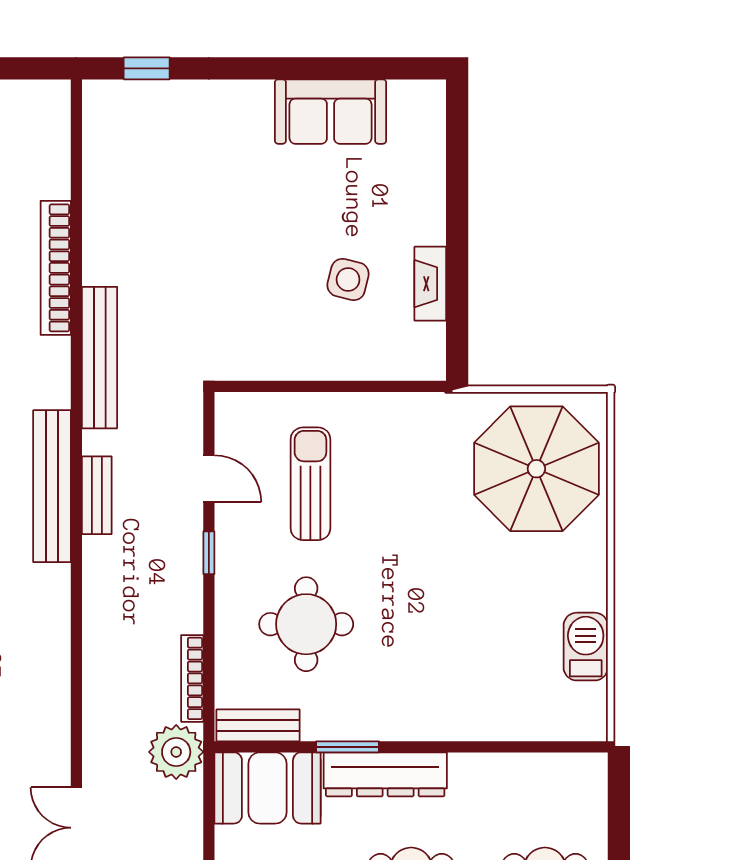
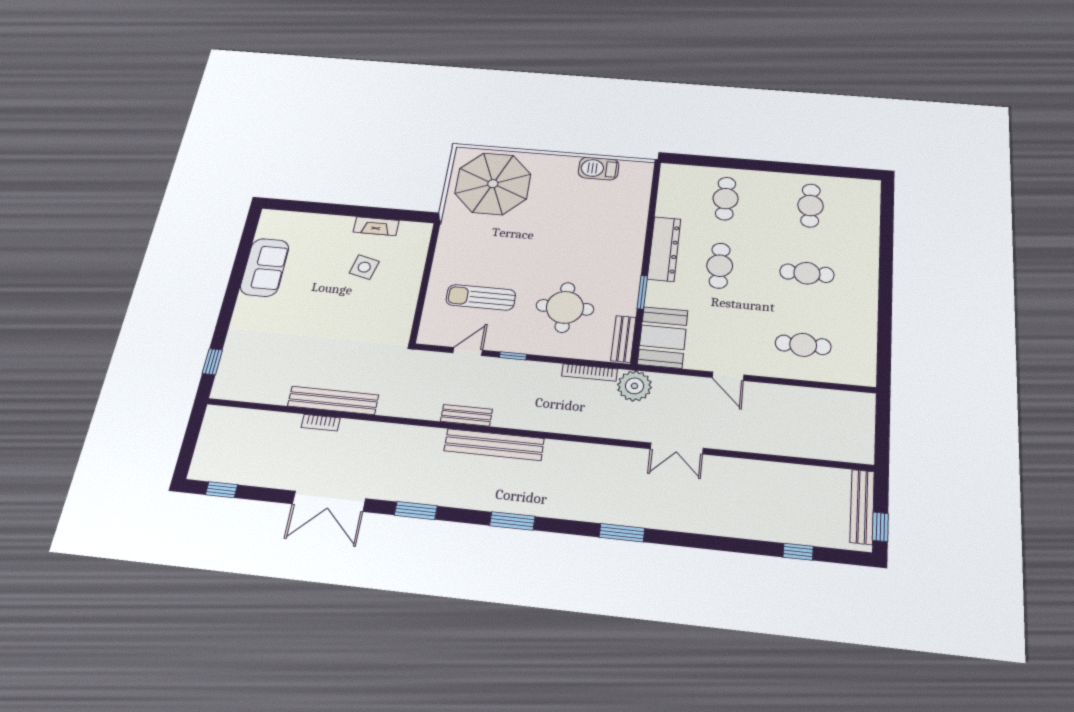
bookcase: (56, 268) -> (321, 423), width x0.43, depth x0.76
bench: (100, 358) -> (333, 400), moved
bench: (52, 486) -> (494, 445), moved
dresser: (385, 774) -> (664, 249), moved

